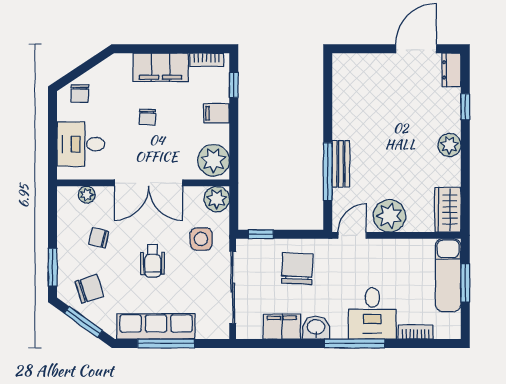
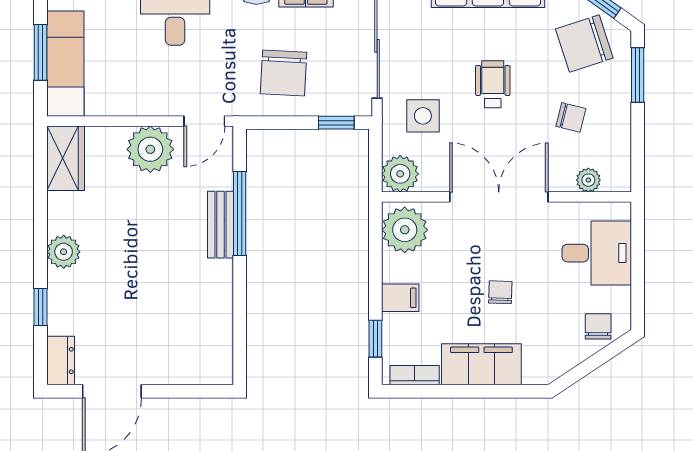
chair: (89, 289) -> (584, 43), width x1.37, depth x1.37

